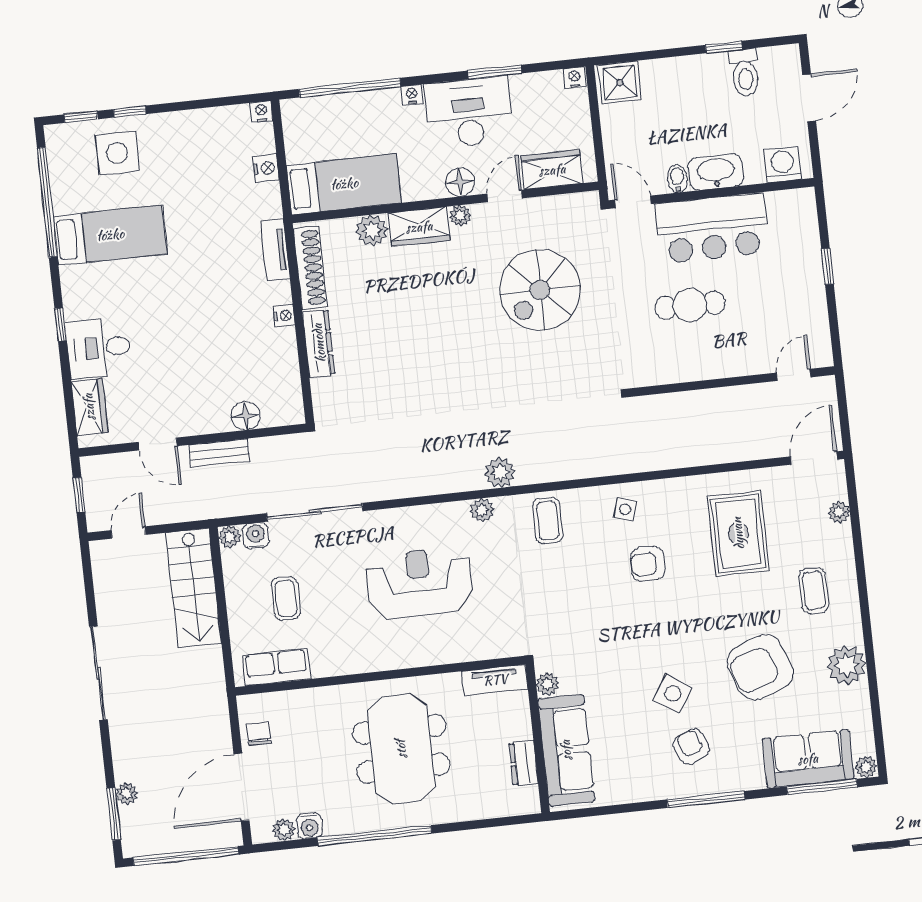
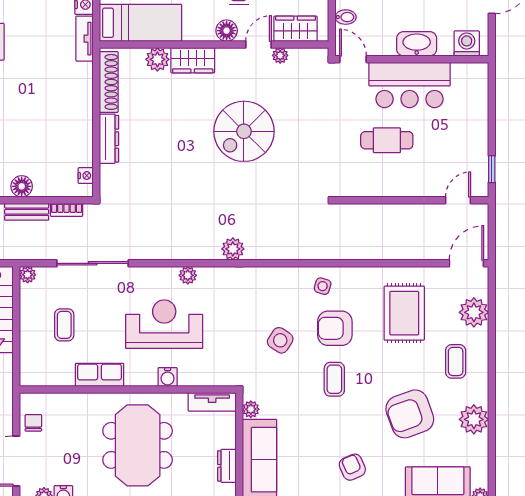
bidet: (677, 178) -> (346, 17), moved, turned 90
plant: (460, 216) -> (280, 55), moved
tv unit: (275, 250) -> (84, 39), moved
window: (827, 266) -> (492, 169), moved
spiral stairs: (540, 290) -> (244, 131), moved
nightstand: (284, 316) -> (86, 176), moved
floor lamp: (246, 416) -> (22, 186), moved
bookcase: (272, 445) -> (67, 210), added
plant: (482, 510) -> (188, 275), moved
plant: (839, 512) -> (474, 312), width x1.87, depth x1.87
coffee table: (548, 520) -> (334, 379), moved
water cooler: (256, 536) -> (168, 377), moved, turned 180
armchair: (648, 564) -> (335, 328), width x1.38, depth x1.38
row of seats: (276, 667) -> (100, 375), moved
side table: (673, 694) -> (280, 340), moved

